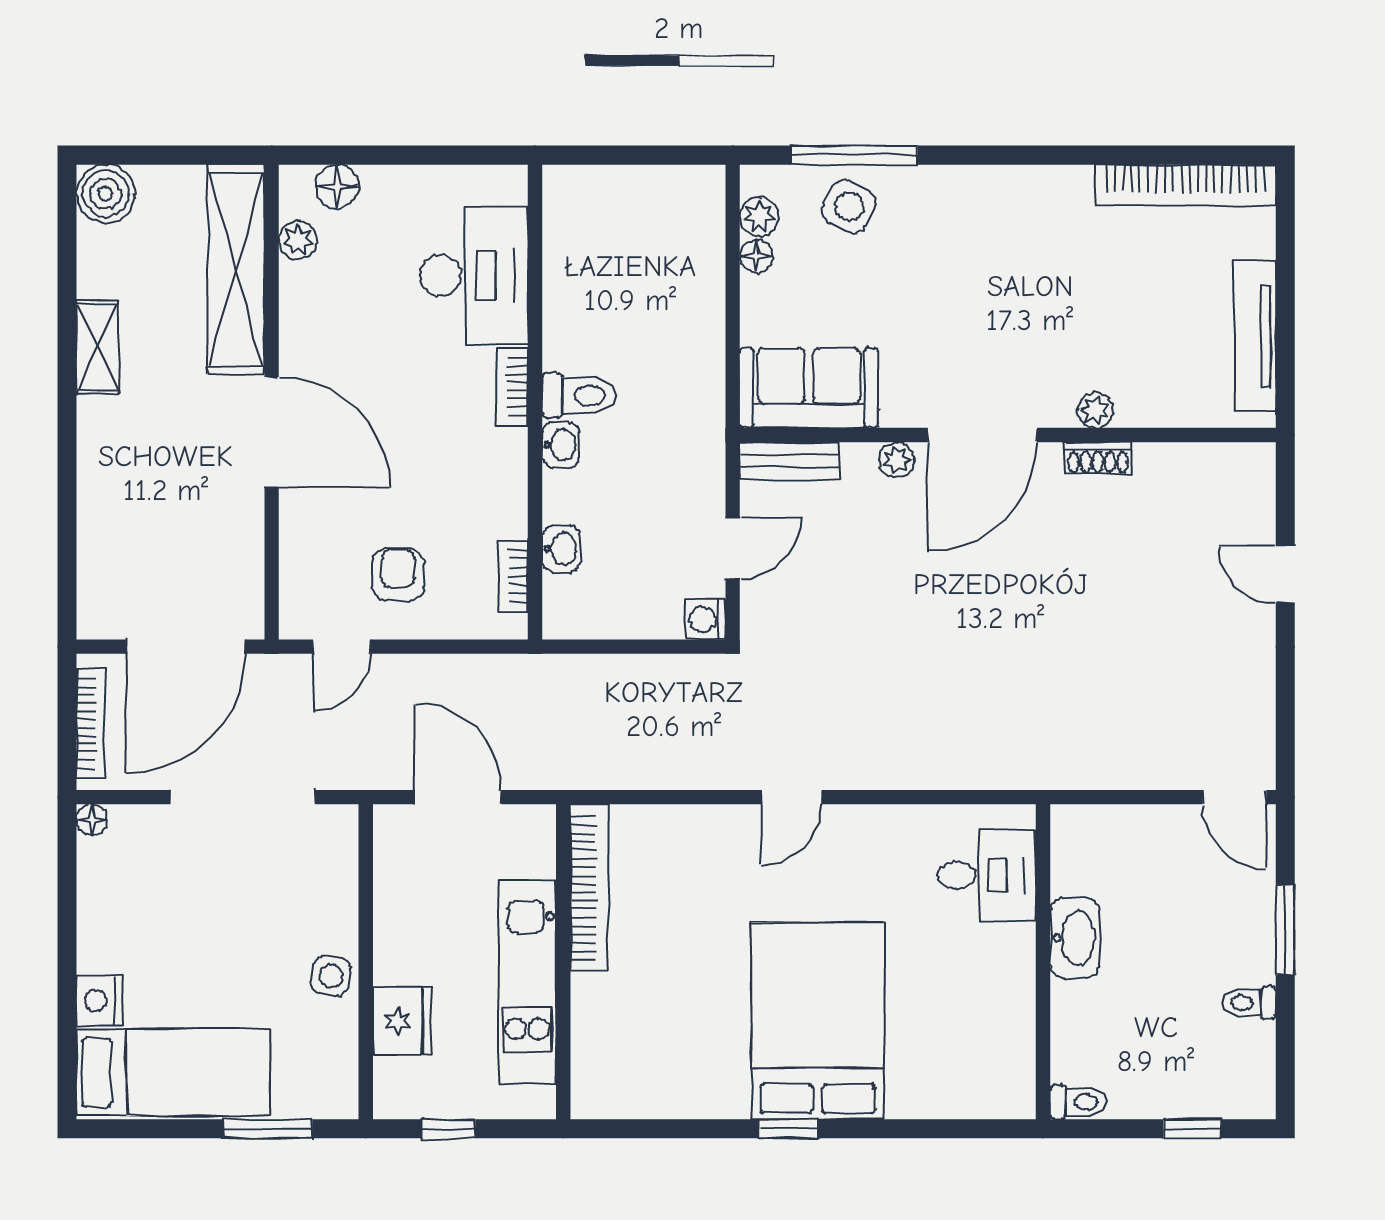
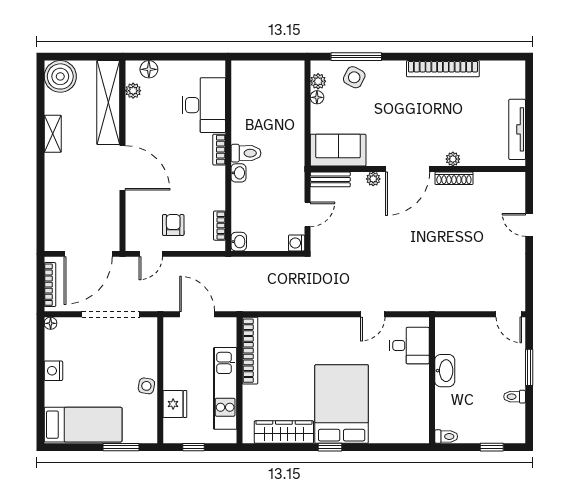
bookcase: (1185, 185) -> (443, 69), moved
boiler: (106, 194) -> (60, 76), width x1.37, depth x1.37
shoe rack: (1098, 458) -> (454, 178), width x1.43
washbasin: (561, 549) -> (239, 242), moved
door: (792, 797) -> (373, 314), moved
nightstand: (99, 1001) -> (53, 371), moved
wardrobe: (674, 1091) -> (284, 432), added

